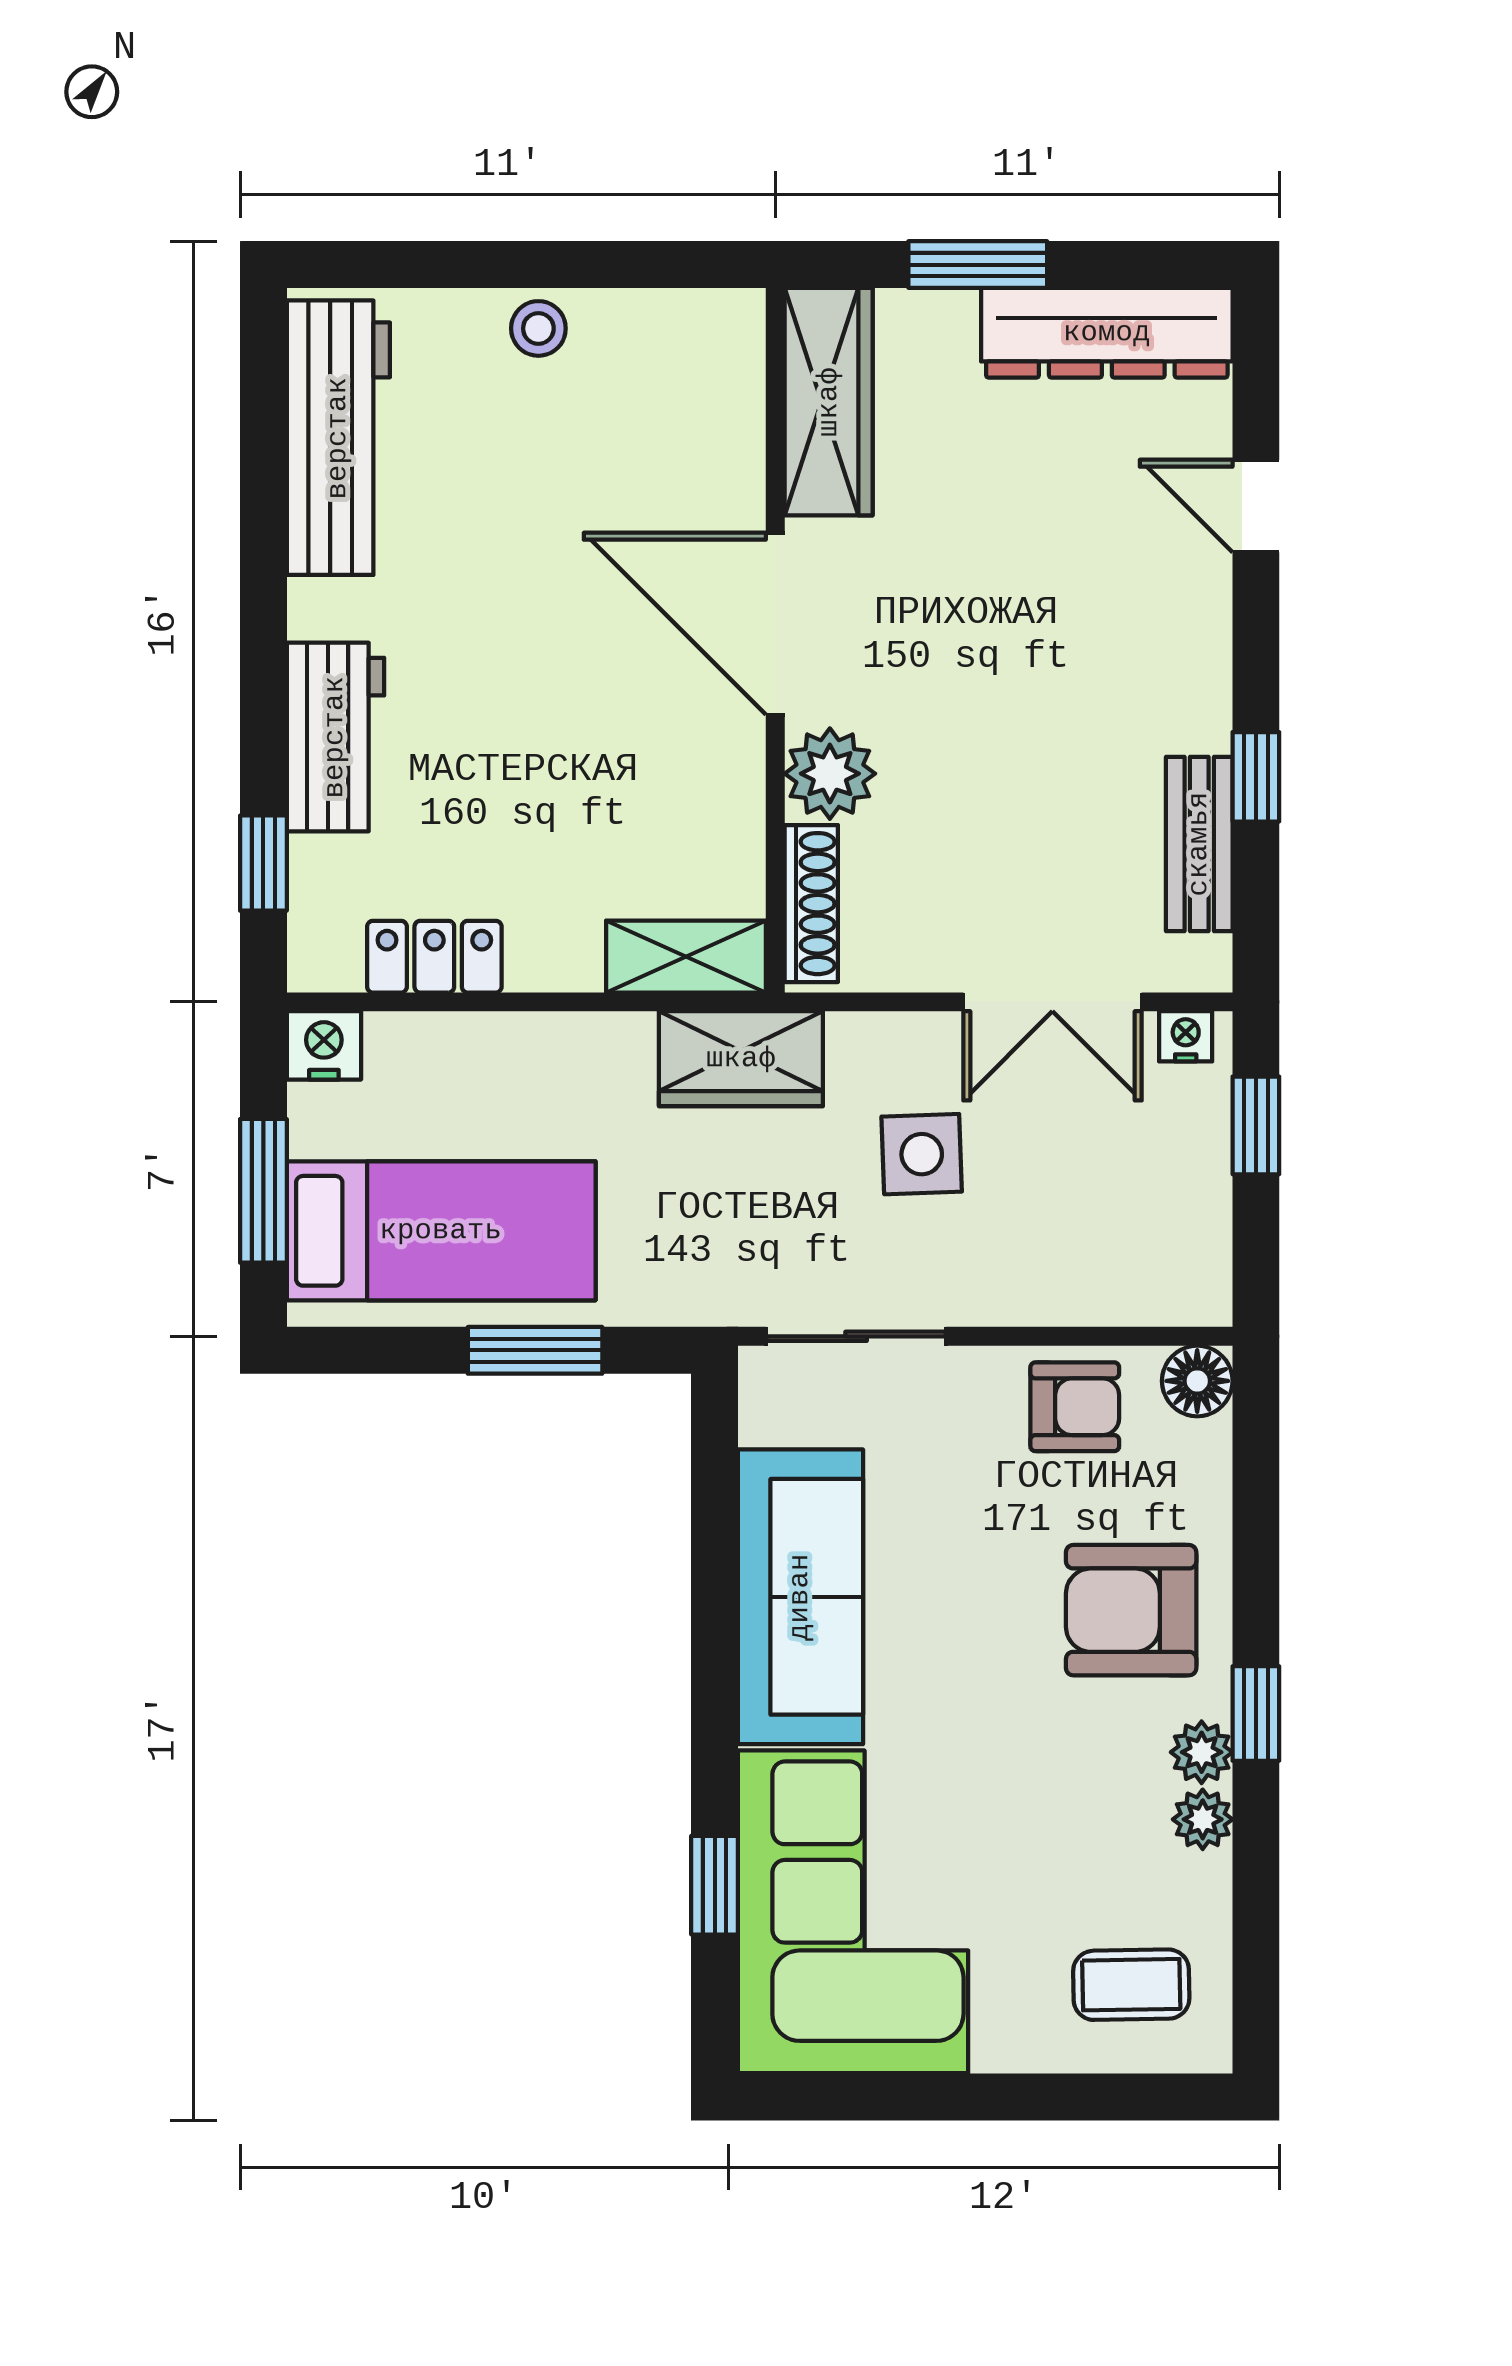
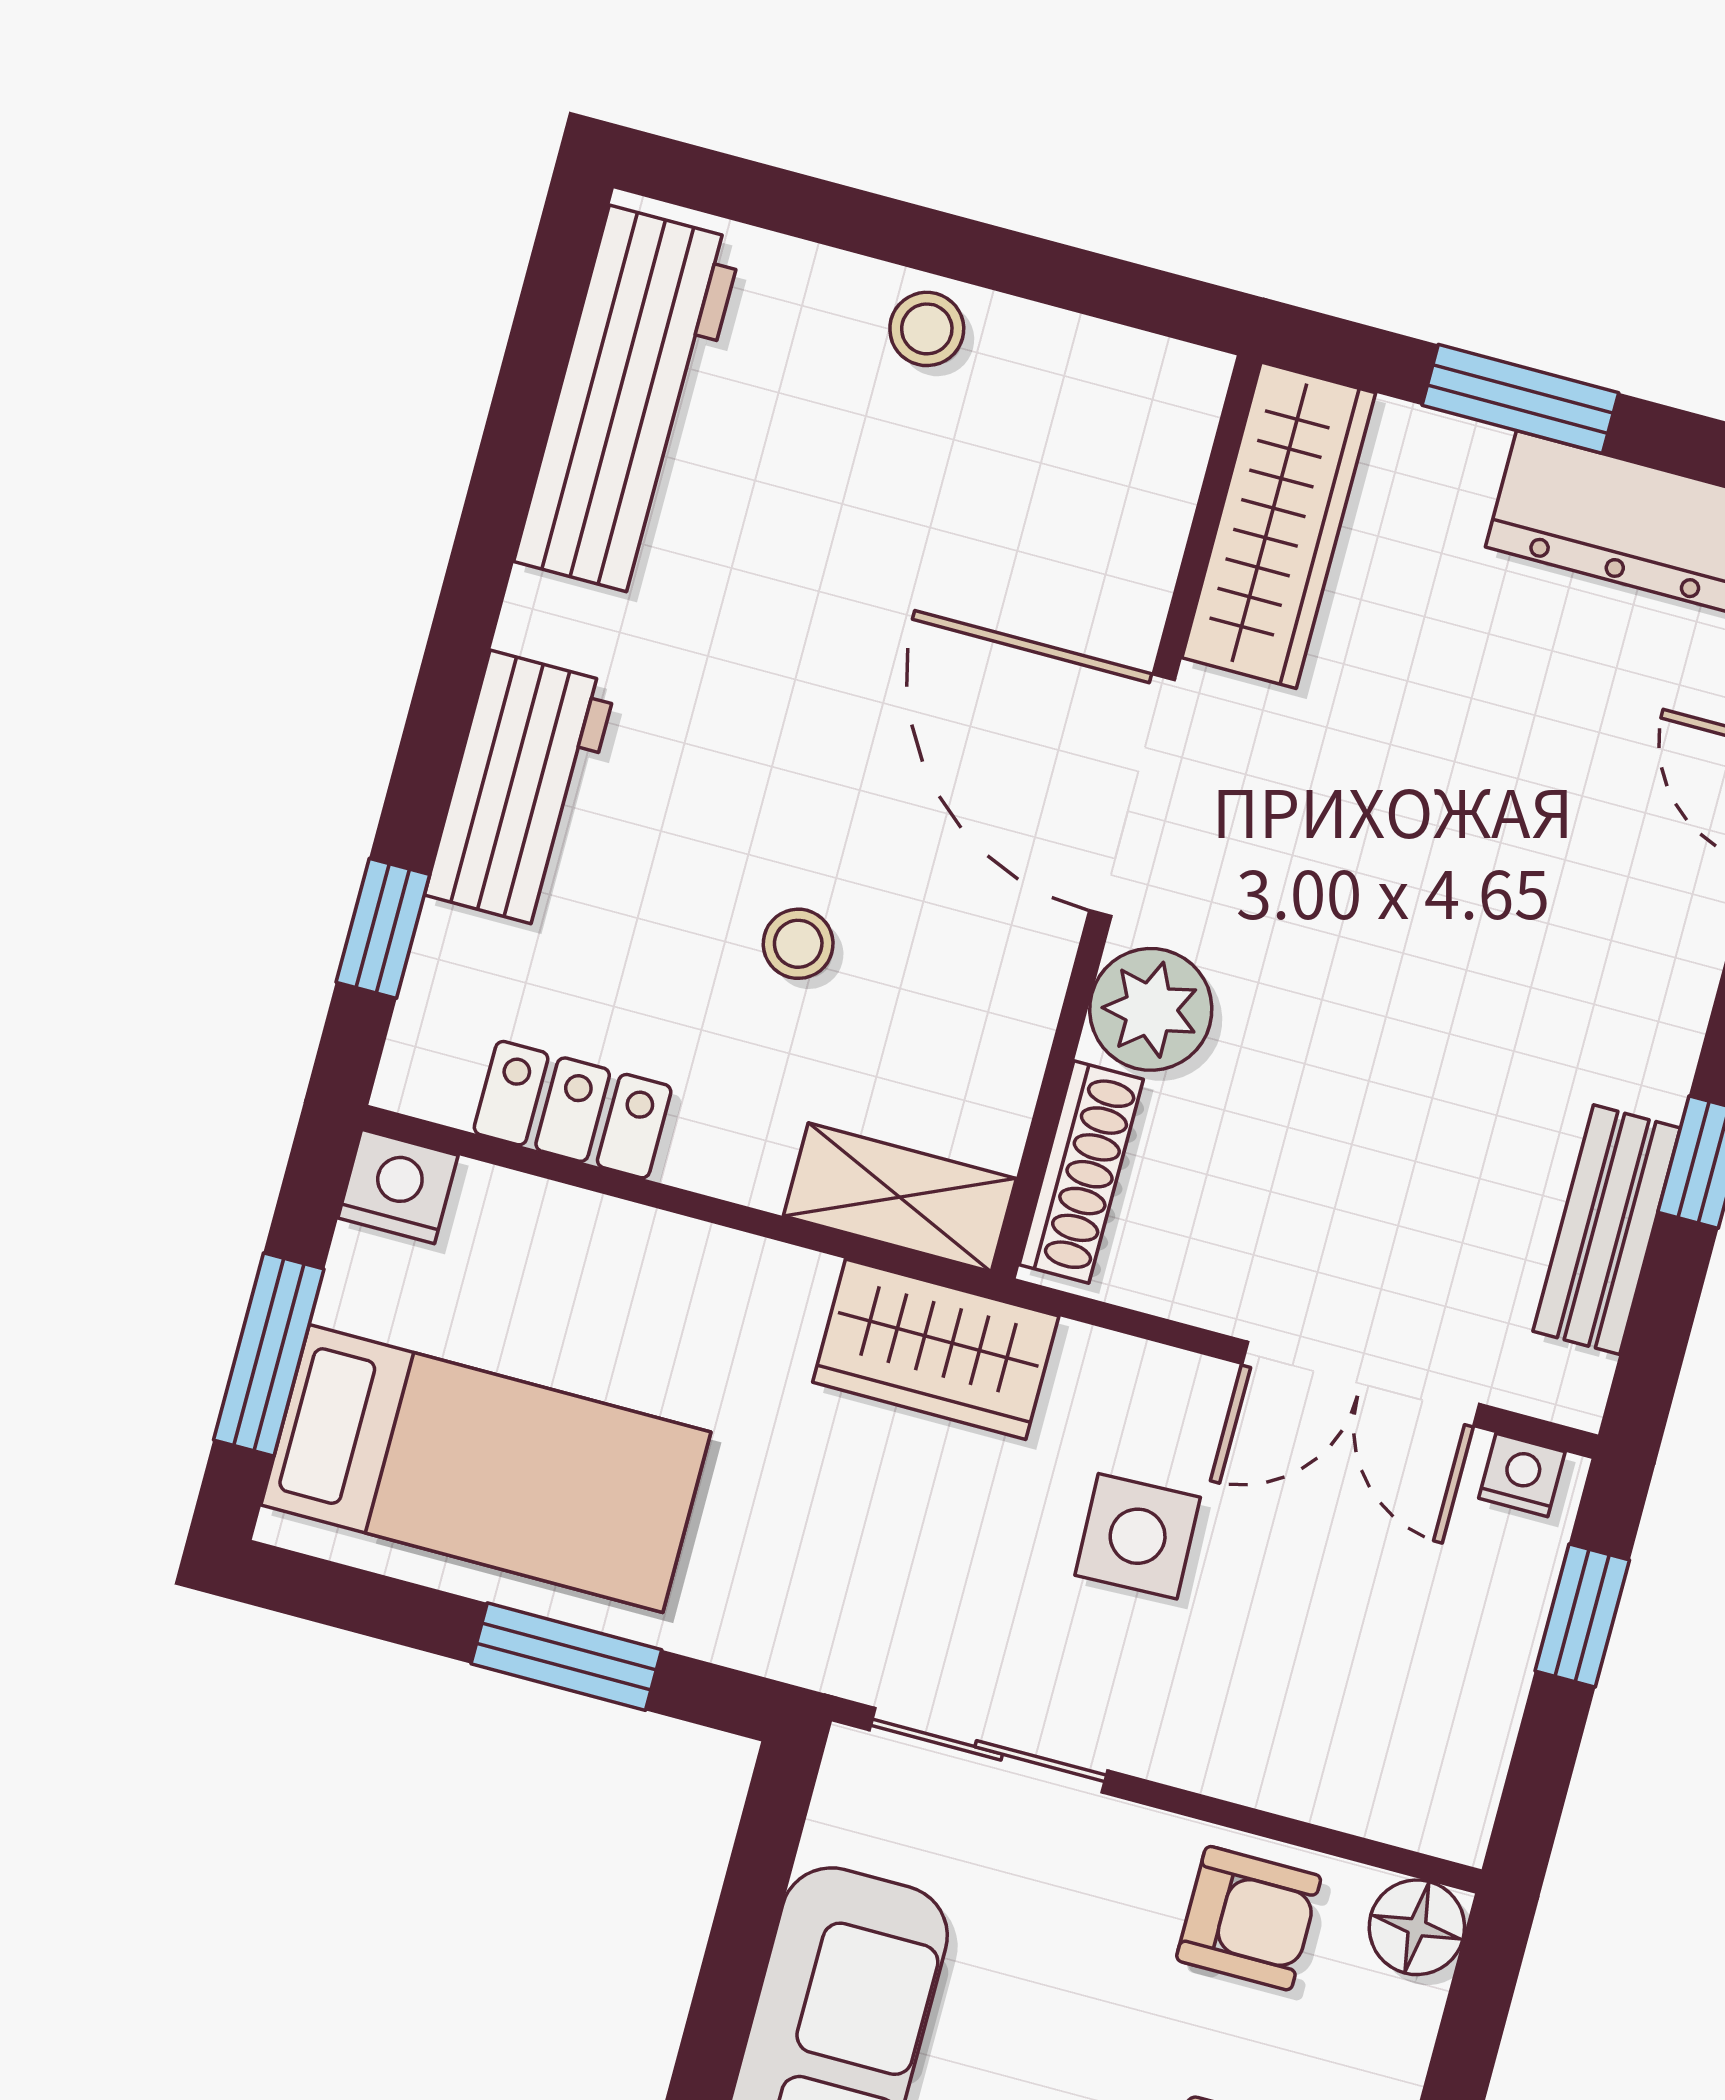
stool: (564, 794) -> (798, 944), added

